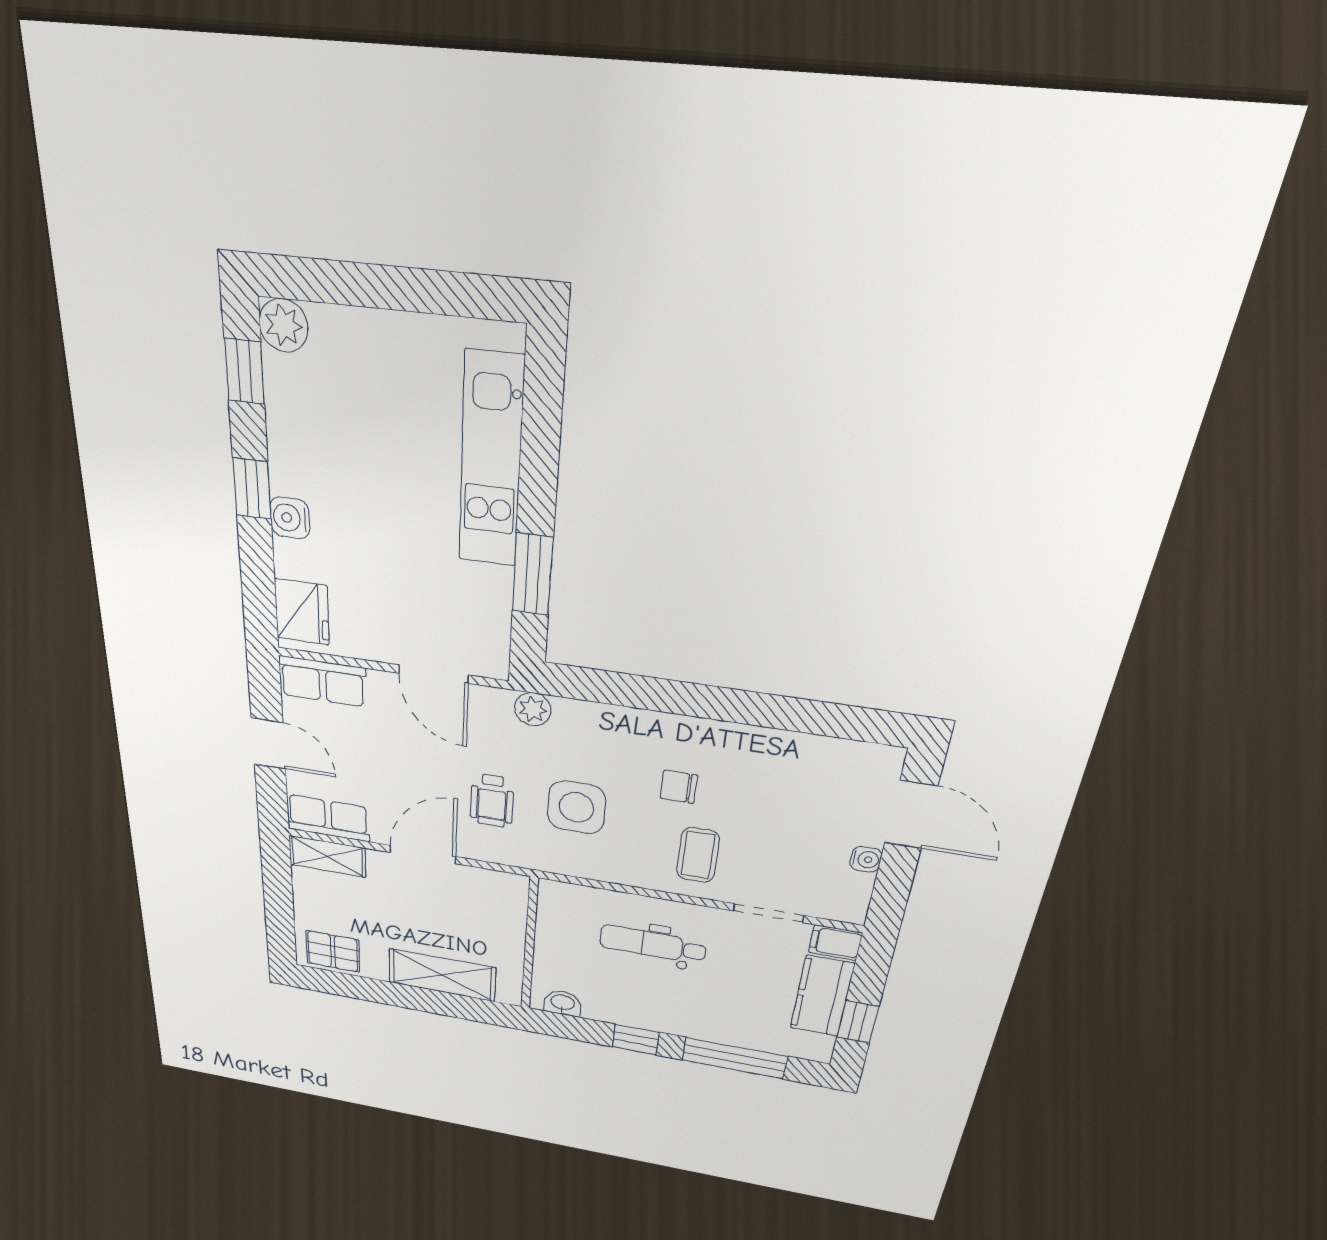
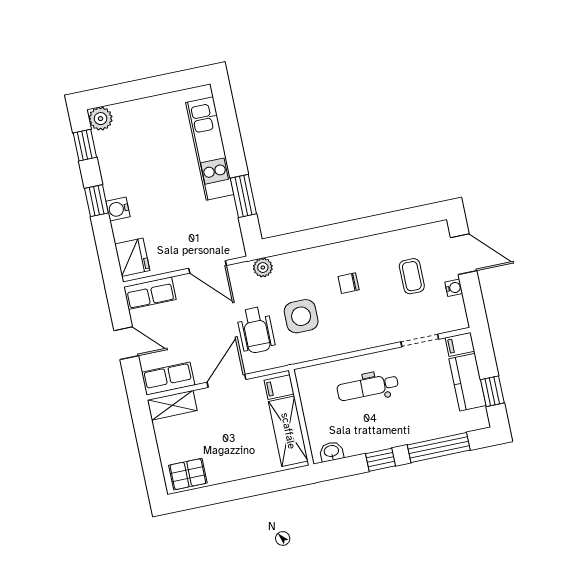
wheelchair: (492, 801) -> (256, 330), width x1.36, depth x1.37
coffee table: (698, 855) -> (412, 276), moved
filing cabinet: (507, 893) -> (279, 387), added
shelving: (442, 975) -> (288, 431), moved, turned 90

